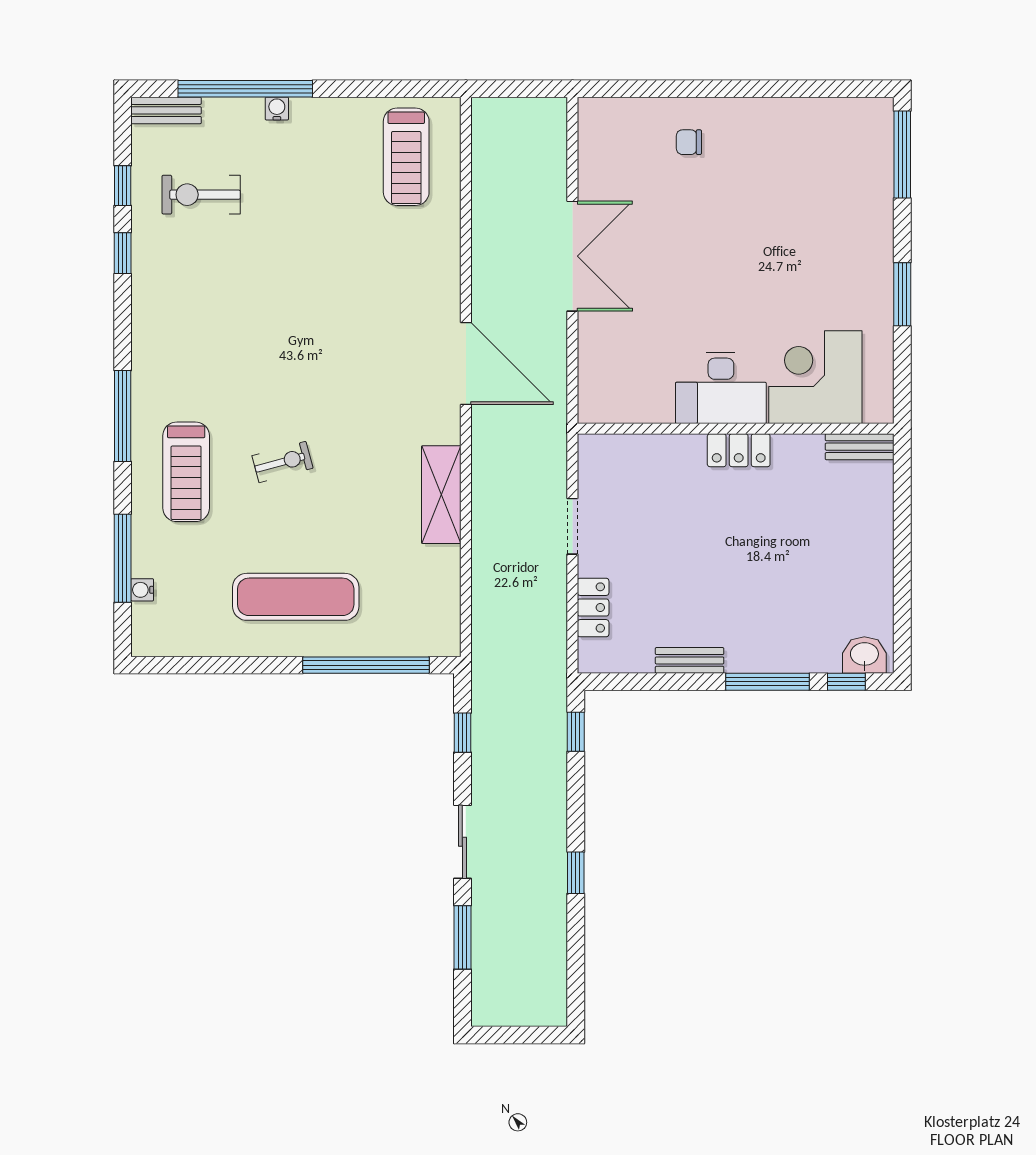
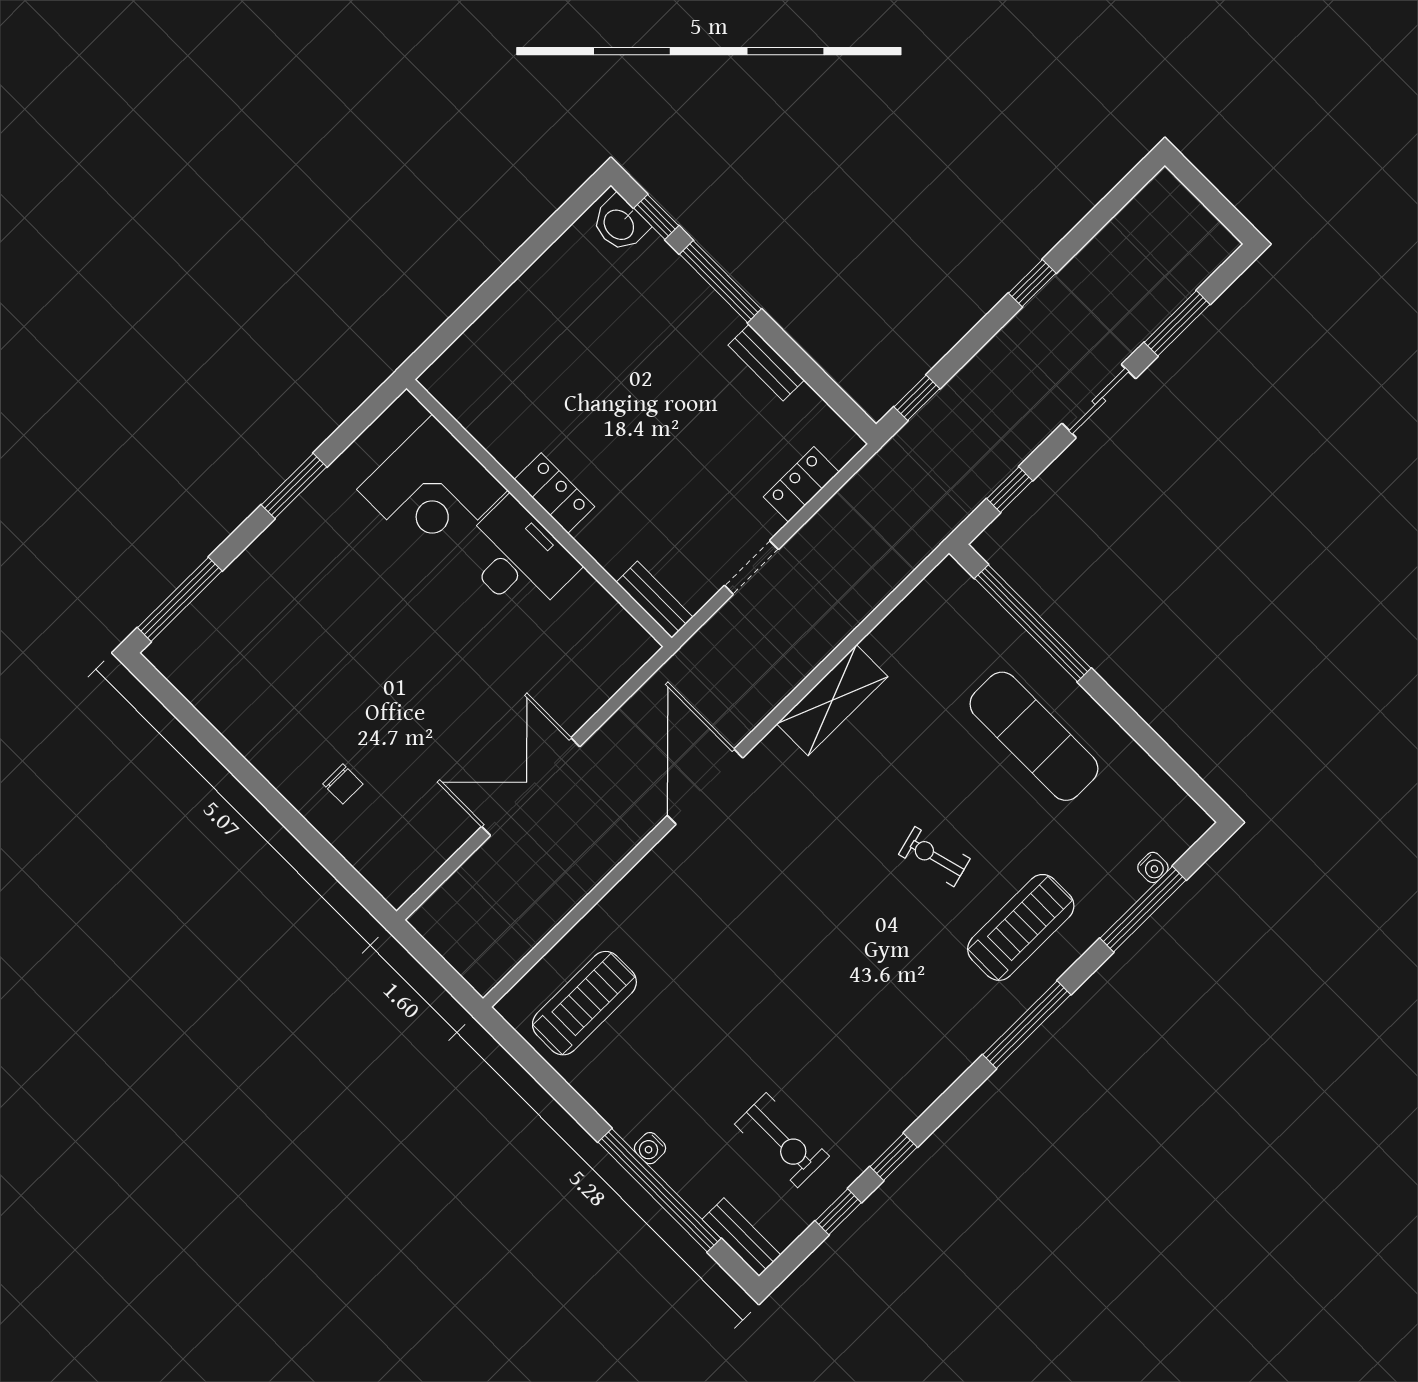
bench: (860, 447) -> (655, 600), moved

